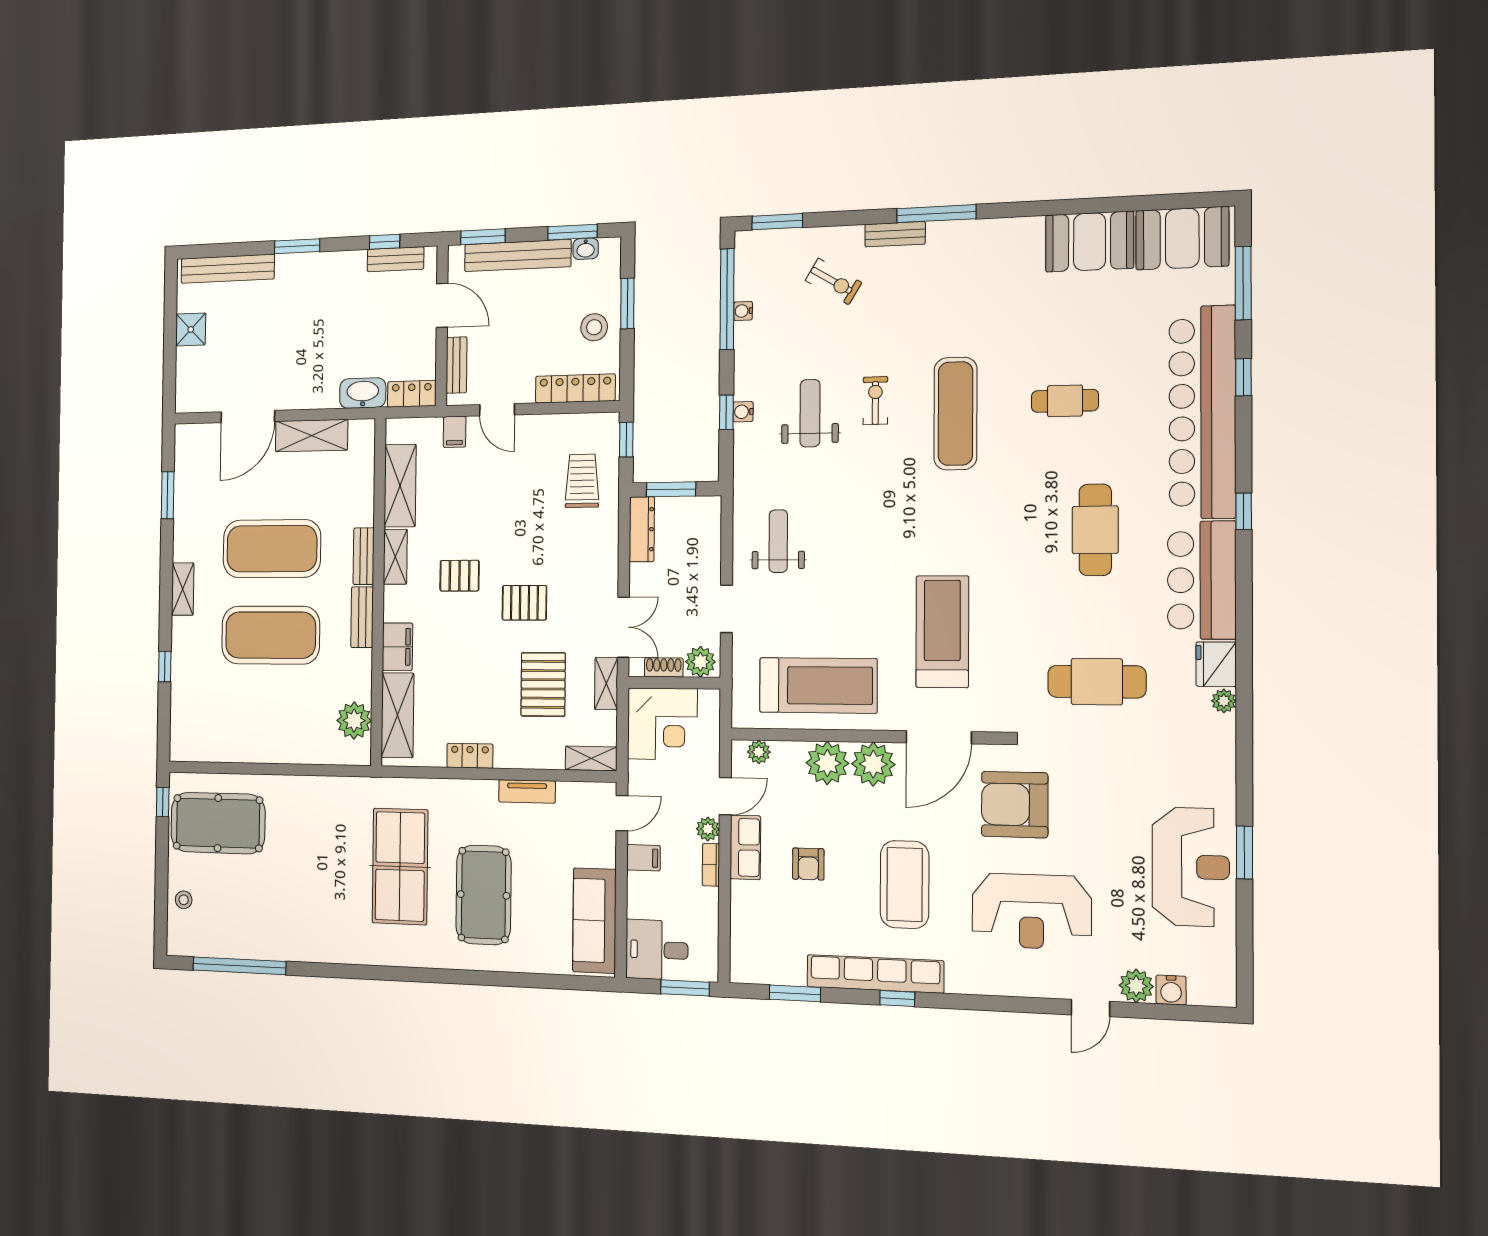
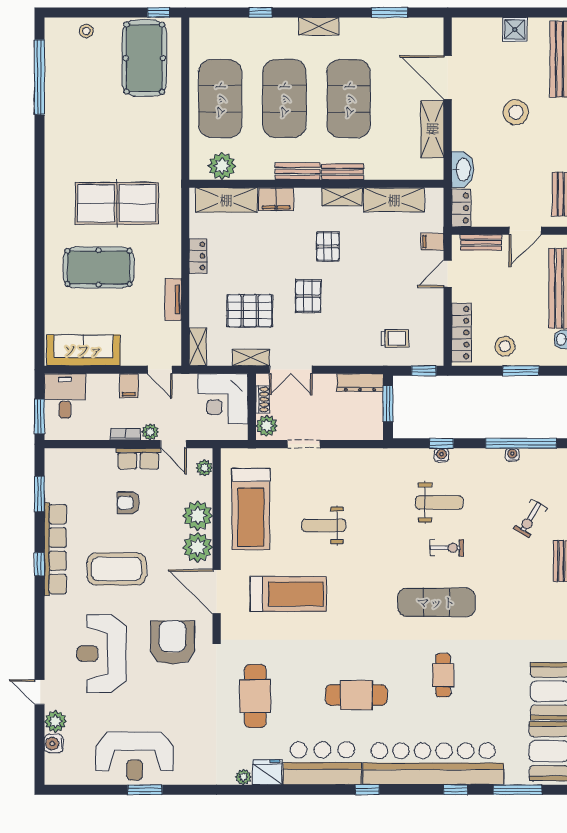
stool: (292, 324) -> (516, 112), added
trolley: (582, 481) -> (395, 338), width x0.73, depth x0.72
weight bench: (778, 541) -> (324, 525), moved, turned 180
exercise mat: (269, 722) -> (220, 99), added

